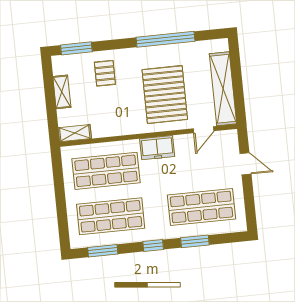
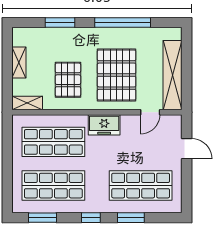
window: (76, 48) -> (60, 23), moved
pallet: (105, 73) -> (68, 80), moved, width x1.50, depth x1.42

